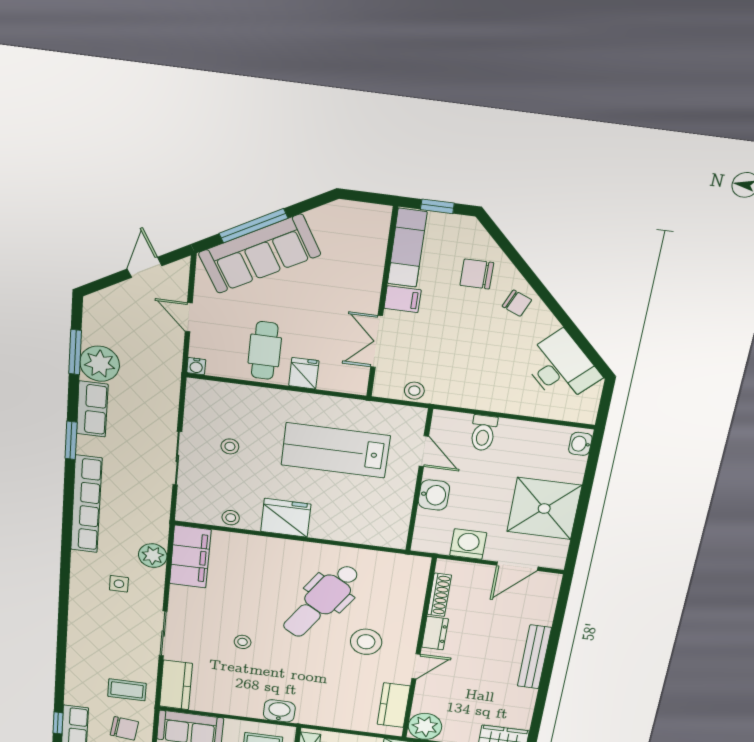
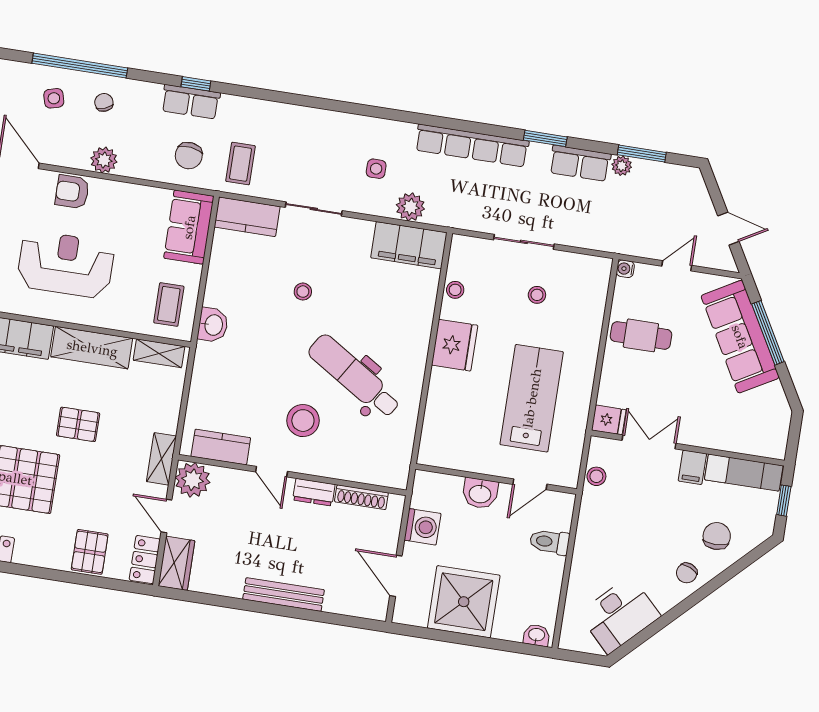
plant: (100, 364) -> (622, 166), width x0.53, depth x0.53
fridge: (304, 373) -> (609, 420), moved

